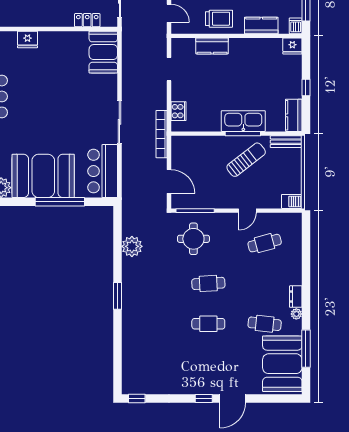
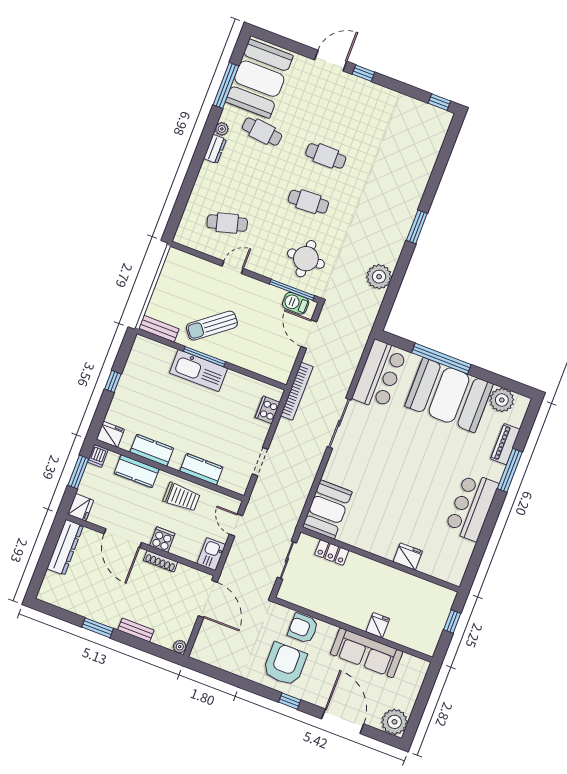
trolley: (219, 19) -> (182, 497), turned 180
kitchen counter: (294, 115) -> (152, 450), moved, turned -90
barbecue: (292, 201) -> (296, 303), moved

